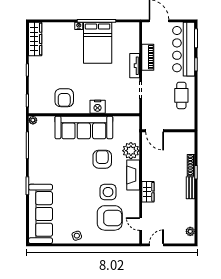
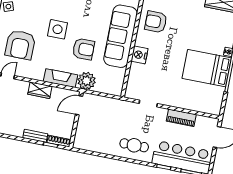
tv unit: (135, 66) -> (175, 102), removed
door: (155, 131) -> (79, 105), moved
wall: (168, 131) -> (76, 120), moved
side table: (108, 192) -> (58, 29), moved

